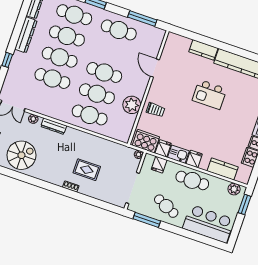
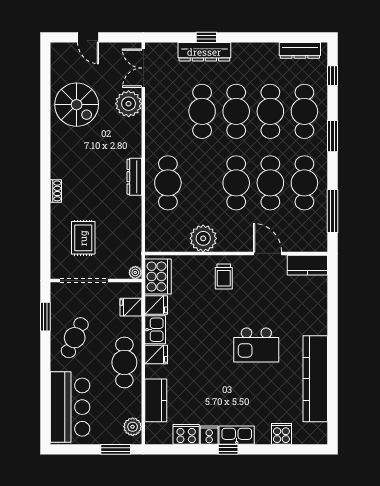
dresser: (26, 35) -> (204, 52), moved
kitchen counter: (203, 50) -> (307, 265), moved, turned -90
door: (155, 68) -> (267, 253), hinge flipped
cafe table: (97, 94) -> (270, 183), moved
kitchen island: (209, 95) -> (256, 345), turned -90
trolley: (156, 110) -> (224, 276), moved
plant: (33, 119) -> (129, 104), width x1.88, depth x1.88
dresser: (54, 126) -> (134, 177), moved
rug: (87, 170) -> (83, 238), moved
window: (147, 220) -> (45, 317), width x0.69

